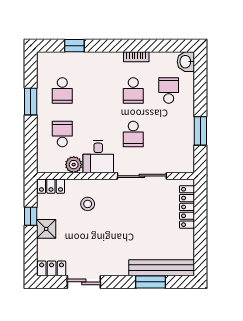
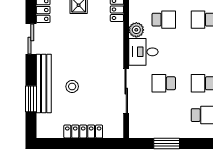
stool: (88, 204) -> (72, 86), moved
locker: (187, 207) -> (83, 131), moved
bench: (162, 268) -> (44, 84), moved

